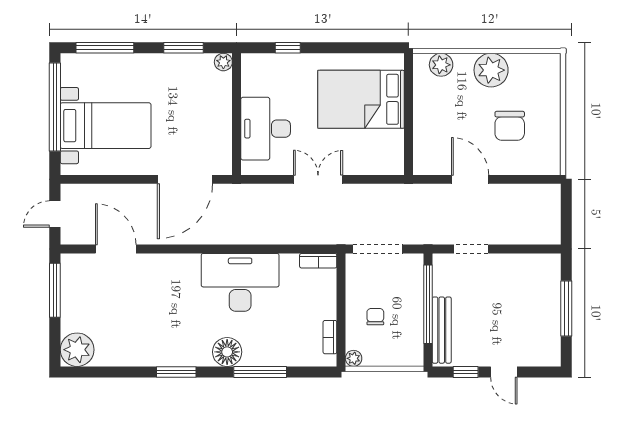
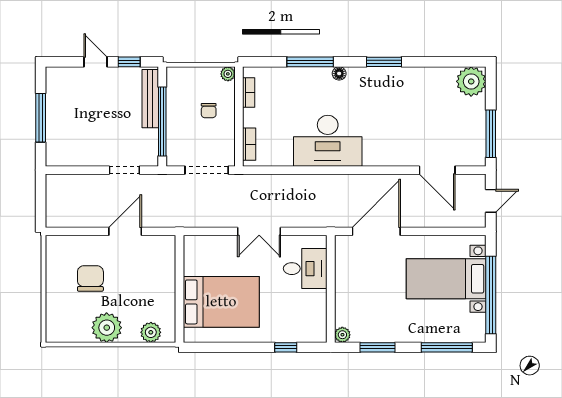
desk: (266, 129) -> (305, 269), width x0.73
door: (470, 179) -> (125, 231), swing flipped
bookcase: (318, 261) -> (249, 144), moved, turned 90
floor lamp: (227, 352) -> (339, 73), width x0.53, depth x0.53

